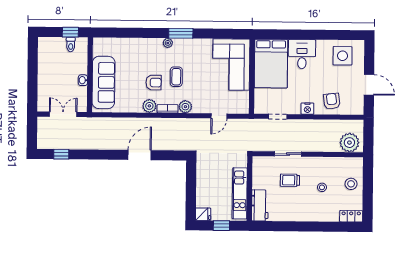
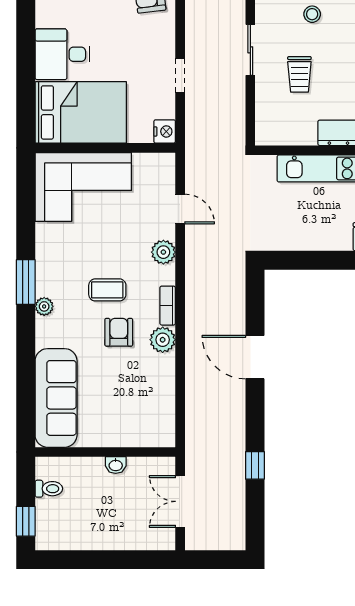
window: (70, 32) -> (26, 521), moved
sofa: (103, 82) -> (56, 398), moved, turned 90
plant: (185, 107) -> (163, 252), moved
nightstand: (307, 109) -> (165, 131), moved
doorway: (278, 117) -> (180, 76), moved
window: (61, 154) -> (255, 465), moved
sliding door: (288, 154) -> (250, 50), moved

